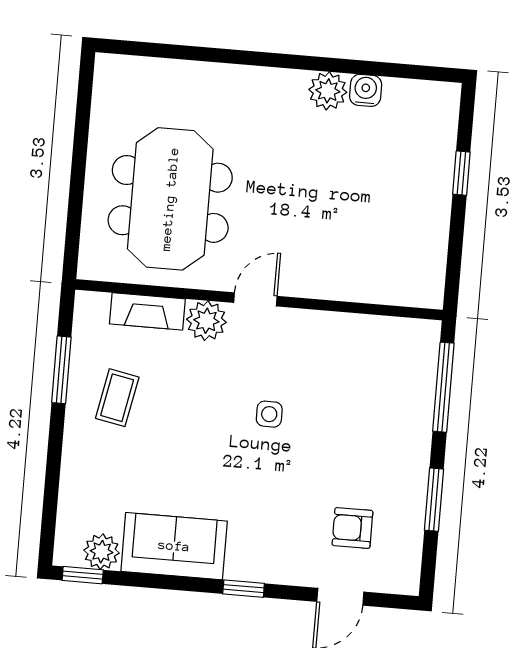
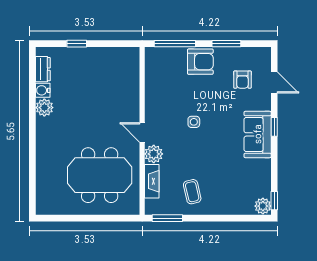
dresser: (412, 94) -> (43, 69), added
window: (61, 370) -> (167, 218), moved
coffee table: (117, 398) -> (192, 192), turned 66
armchair: (399, 439) -> (200, 62), added
sofa: (174, 546) -> (258, 134), moved
plant: (102, 552) -> (263, 206), moved

